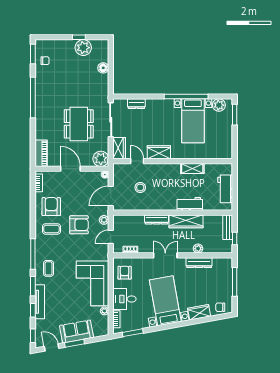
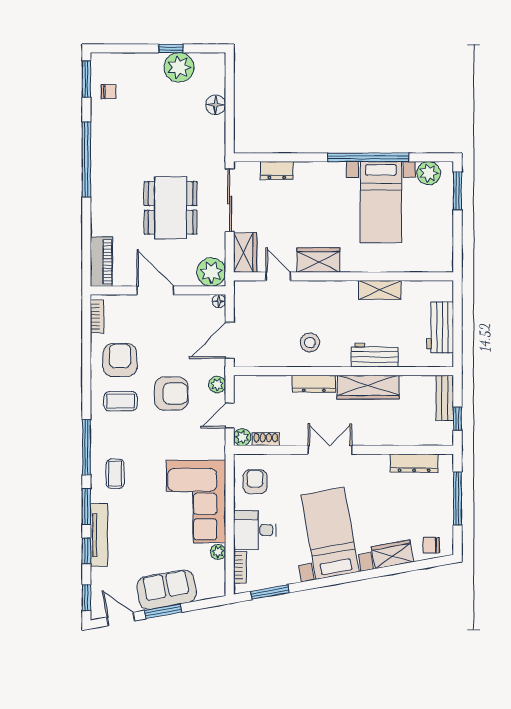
stool: (140, 187) -> (310, 343), moved
plant: (198, 249) -> (242, 437), moved
dresser: (199, 263) -> (414, 463), moved

